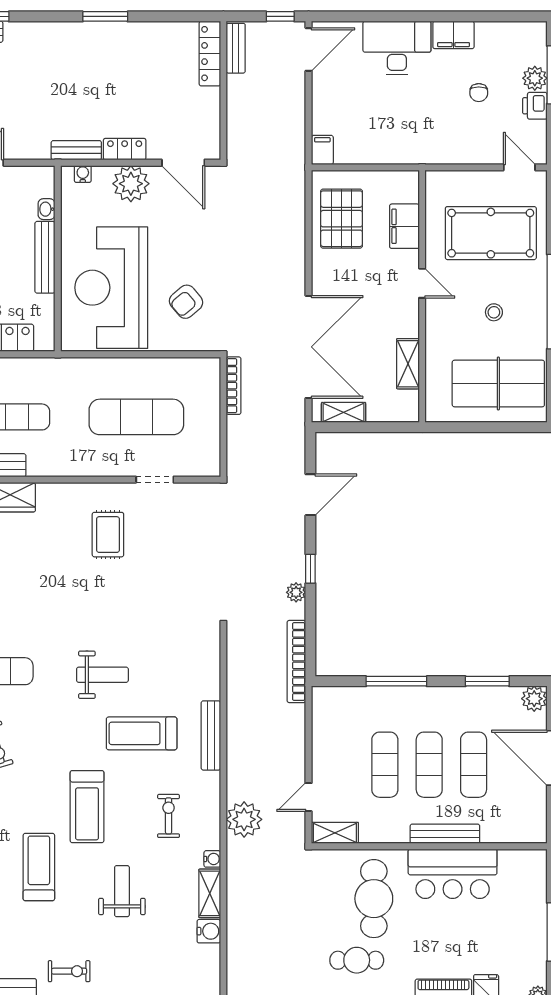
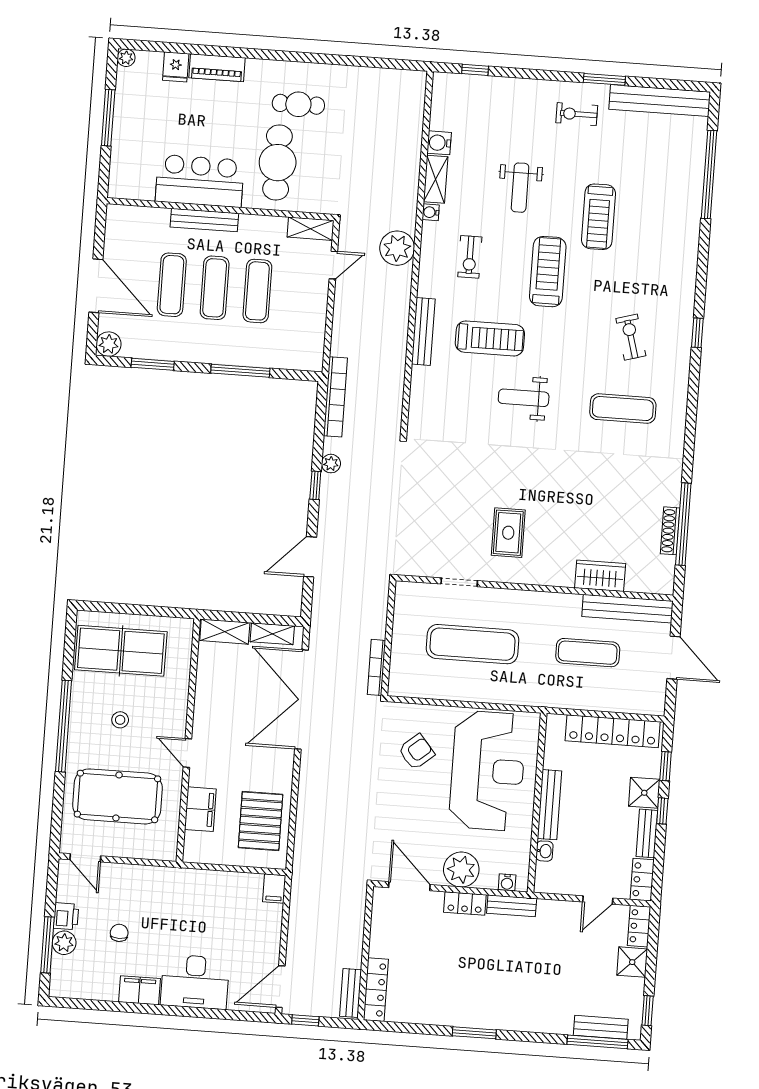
shelving: (408, 364) -> (225, 632), moved, turned 90

